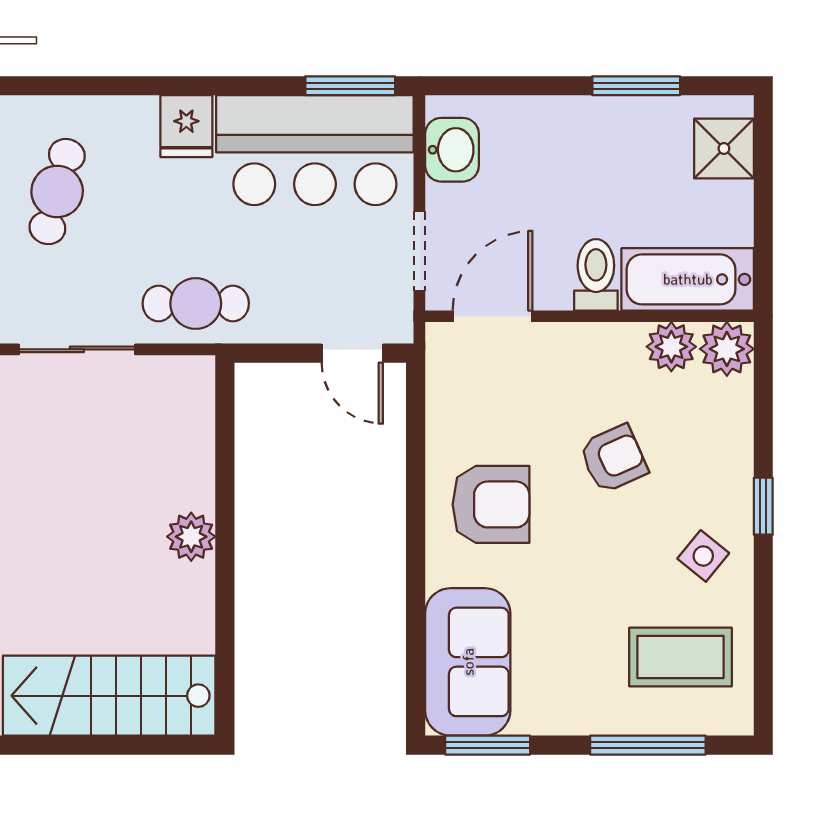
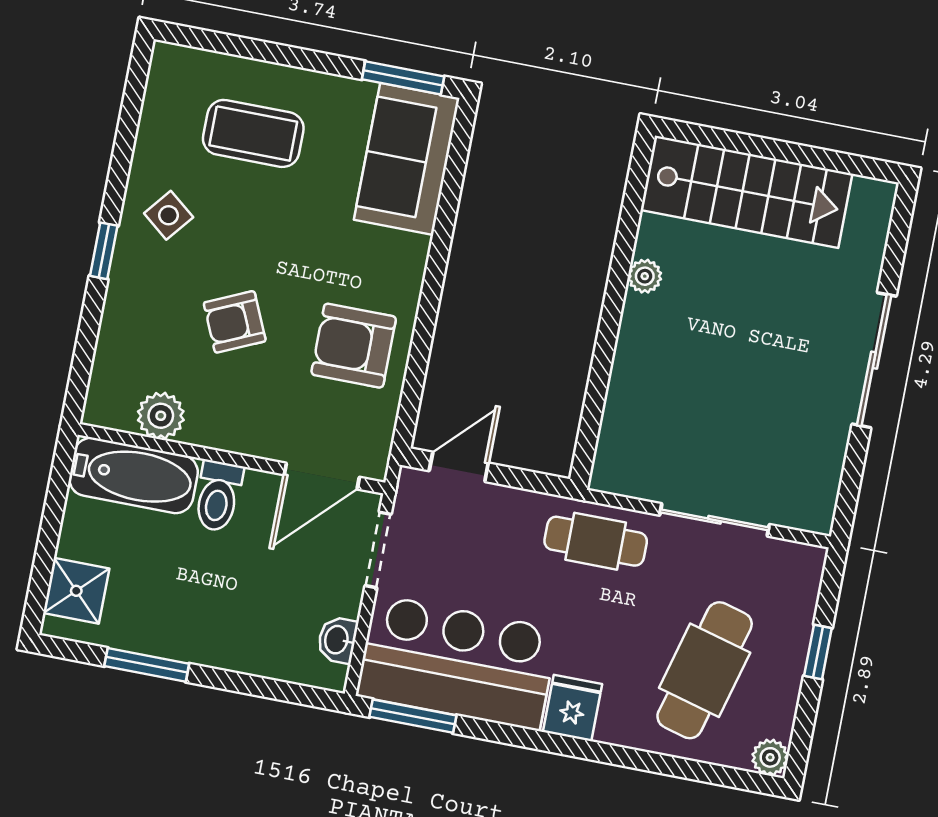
washbasin: (452, 150) -> (337, 640), width x0.72, depth x0.69
cafe table: (57, 192) -> (705, 670), width x1.37, depth x1.35
plant: (727, 349) -> (110, 404), removed
door: (352, 353) -> (459, 467), hinge flipped
armchair: (491, 504) -> (354, 346), moved
plant: (191, 537) -> (645, 276), moved, width x0.73, depth x0.73
coffee table: (680, 657) -> (253, 133), moved
window: (648, 745) -> (254, 49), removed

